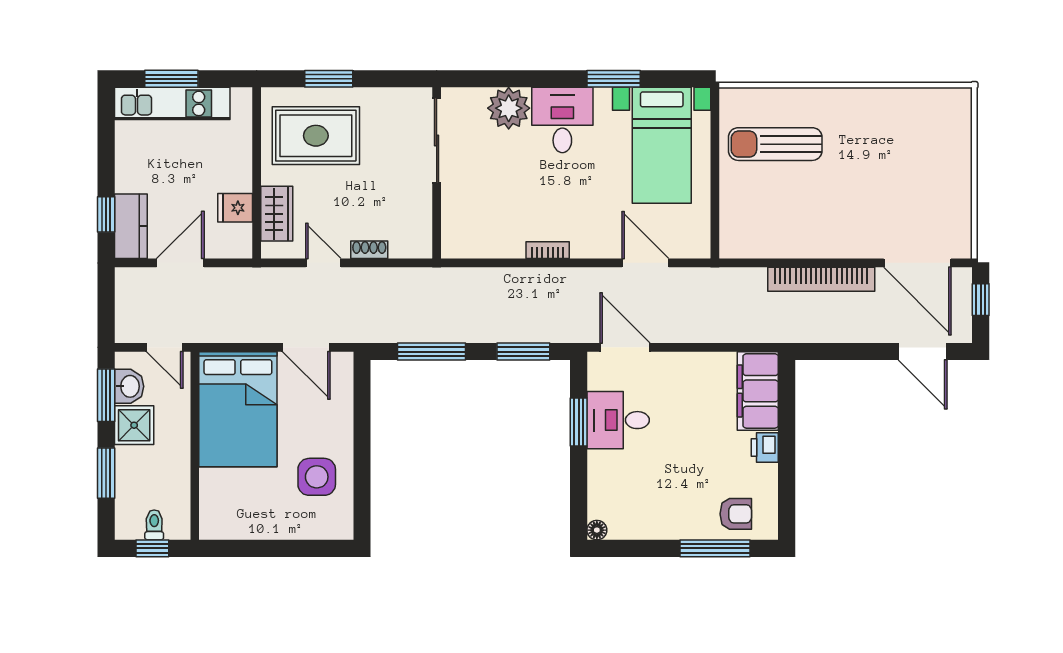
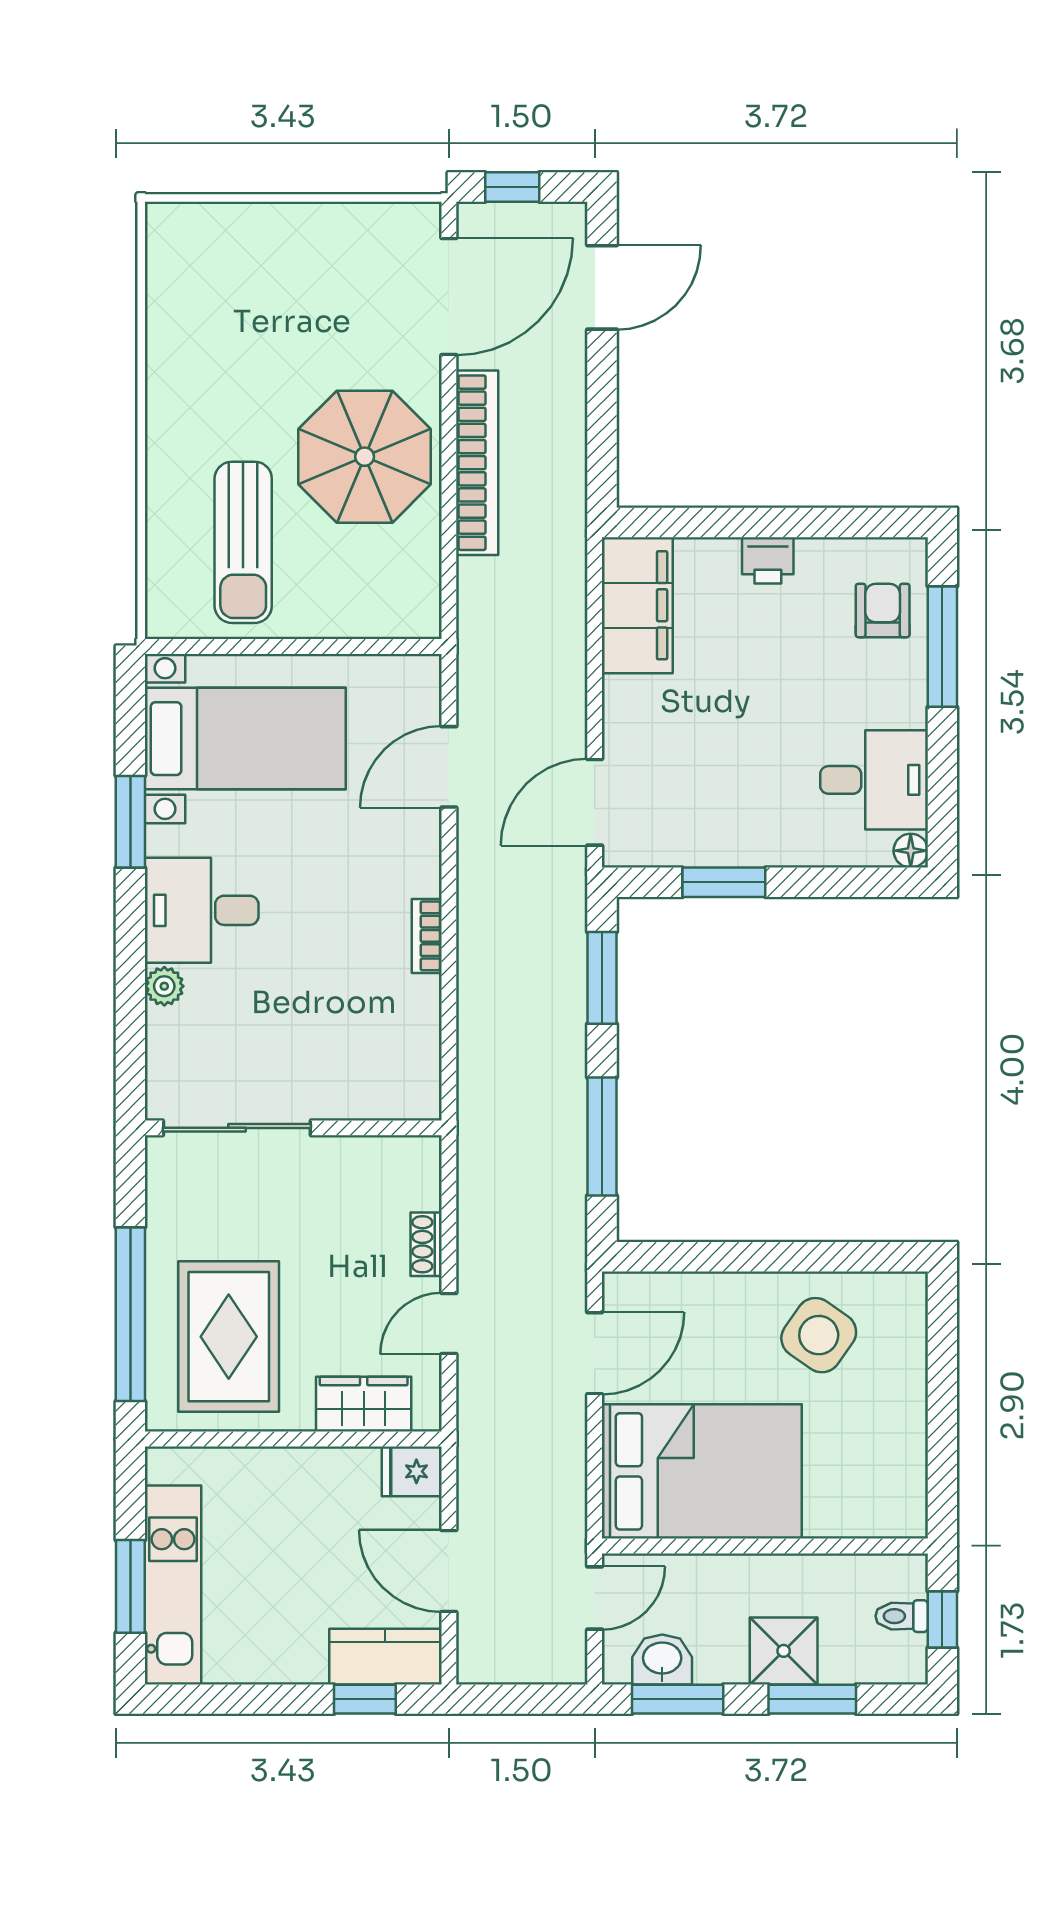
window: (329, 79) -> (130, 1314), width x2.11
plant: (509, 108) -> (164, 986), width x0.53, depth x0.53
fridge: (235, 208) -> (412, 1471), moved, turned 90
parasol: (825, 214) -> (365, 457), added
filing cabinet: (758, 391) -> (637, 605), moved, turned -90
desk: (618, 420) -> (874, 780), moved, turned -90
shower: (134, 425) -> (784, 1651), moved
side table: (317, 477) -> (819, 1335), turned 35

